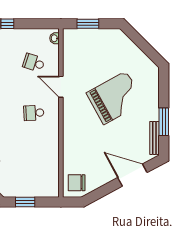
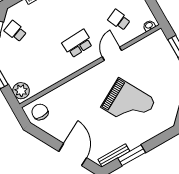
school desk: (34, 63) -> (119, 20), turned -42
school desk: (34, 113) -> (78, 44), width x1.85
plant: (47, 189) -> (21, 91), added

